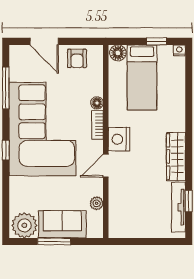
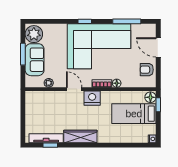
door: (44, 41) -> (158, 47), hinge flipped
window: (157, 41) -> (158, 105), moved

